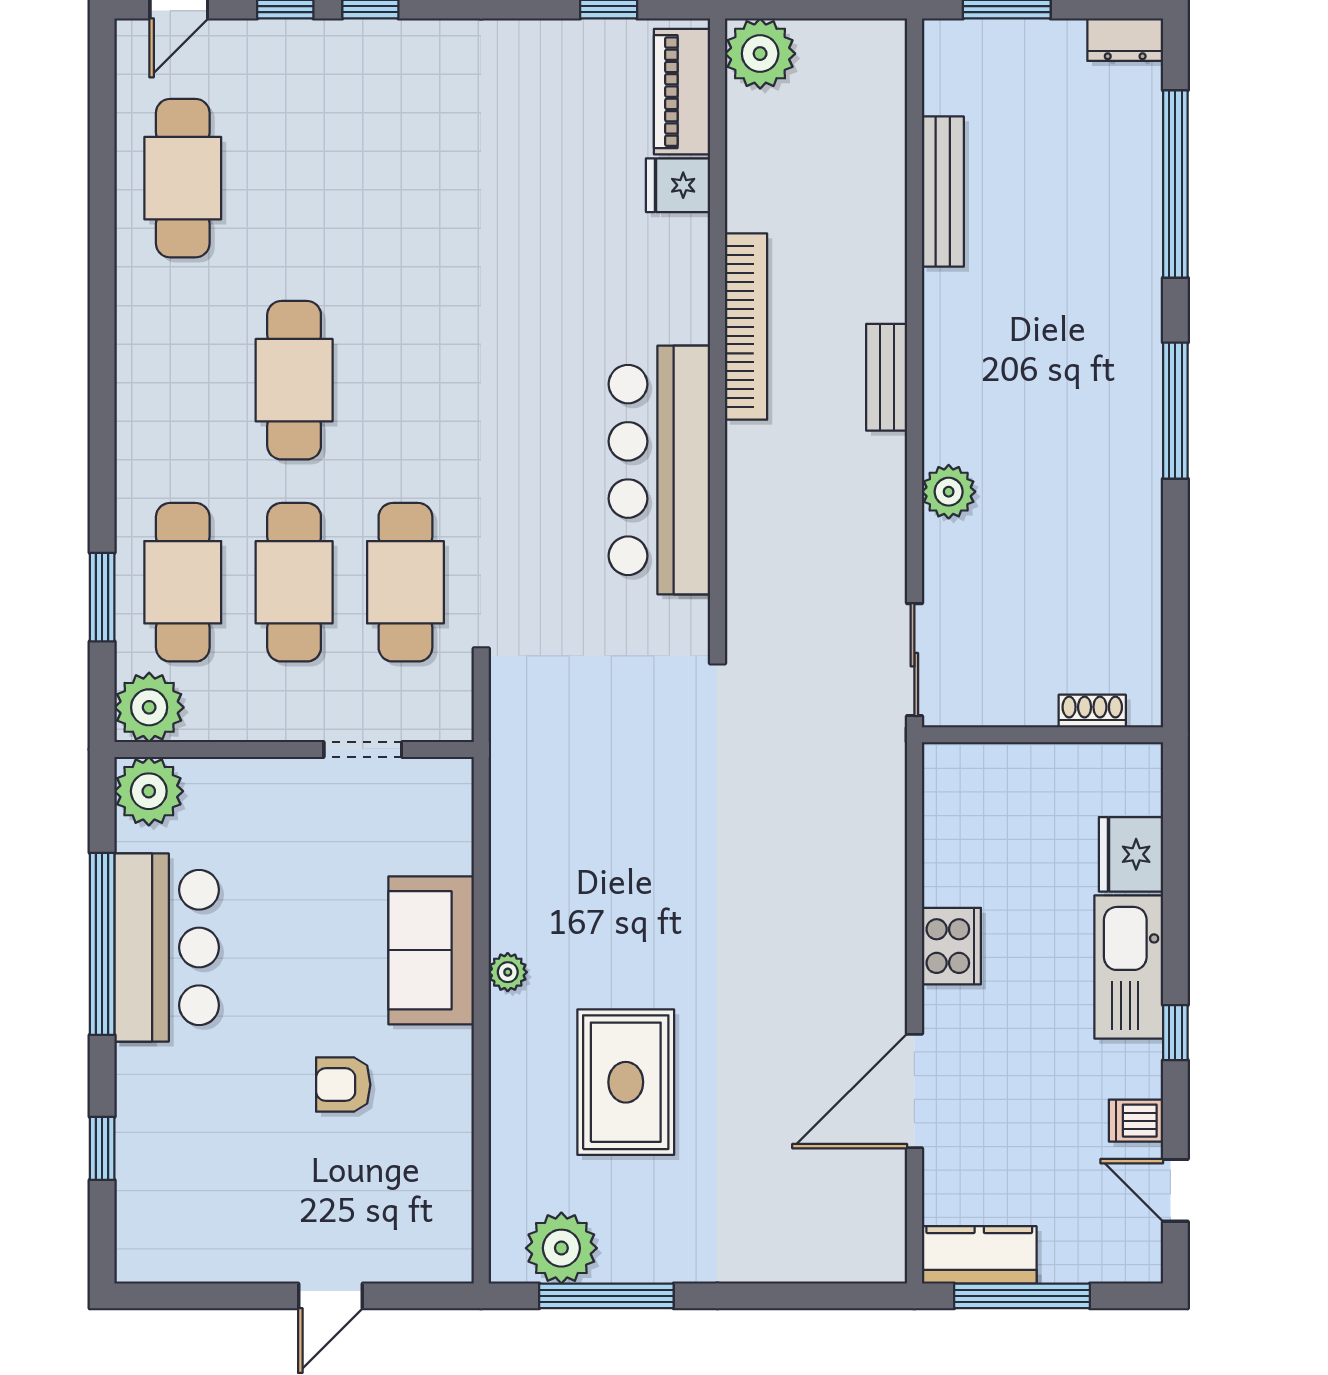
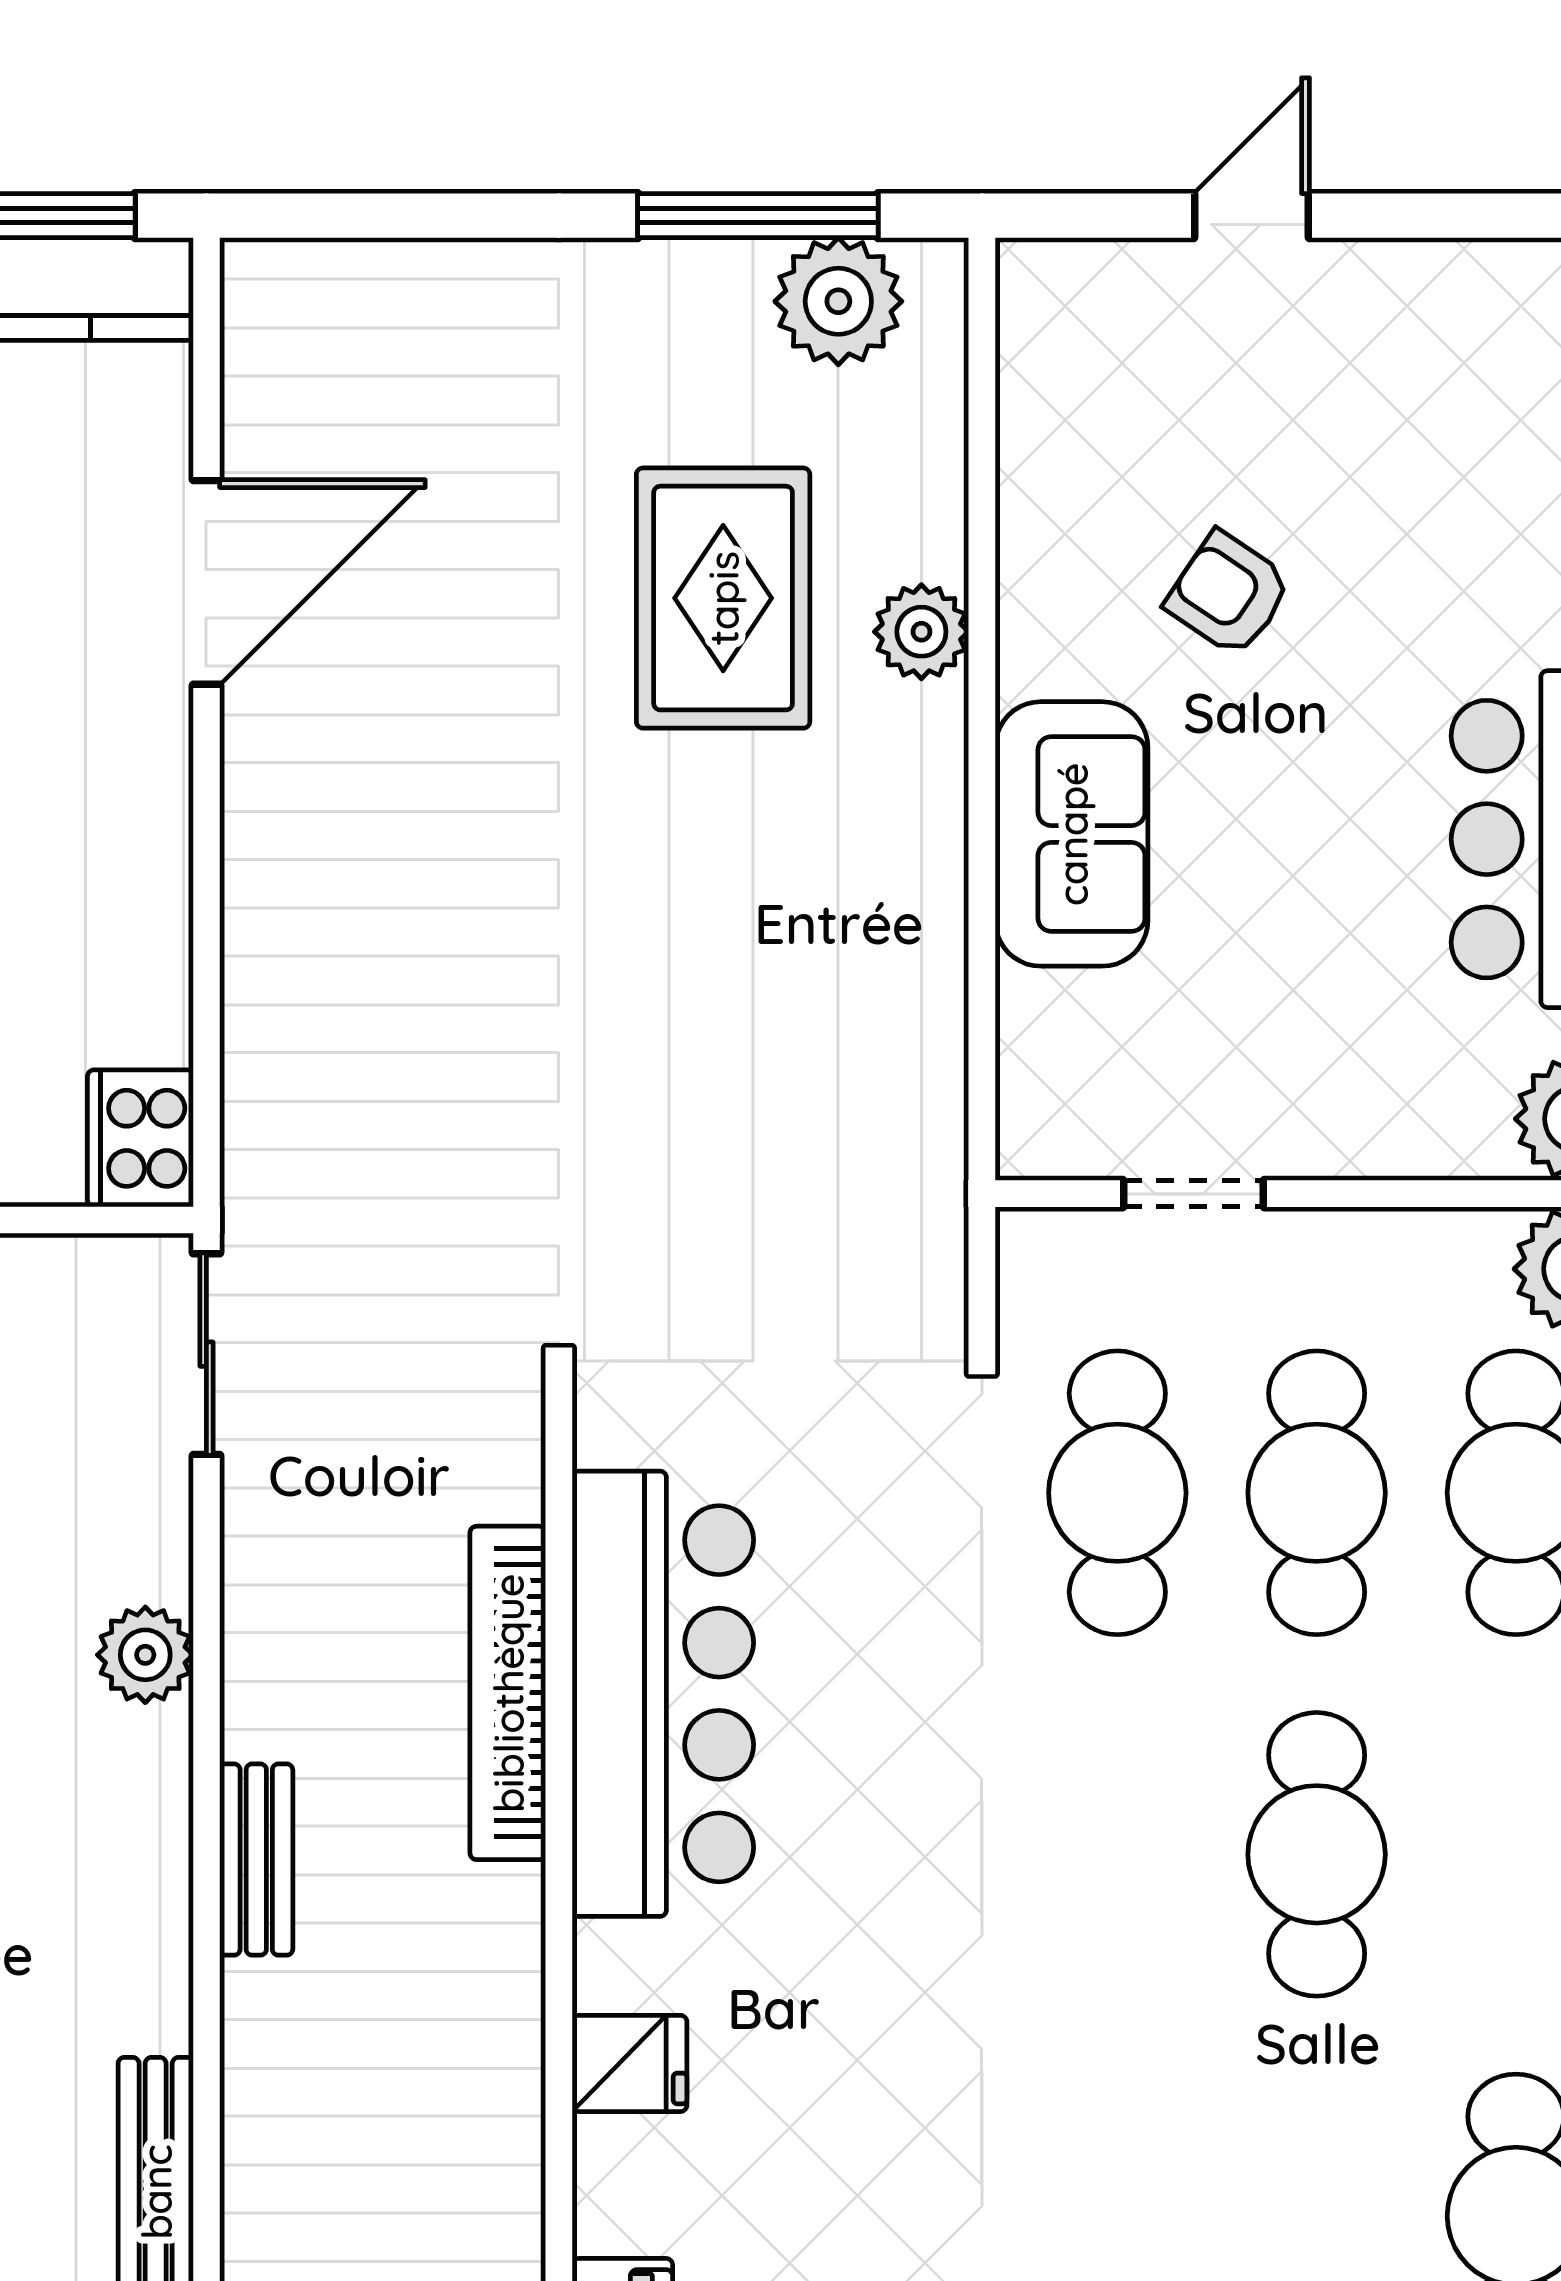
fridge: (678, 185) -> (630, 2063), moved
bookcase: (746, 327) -> (508, 1693), moved
cooker: (951, 946) -> (140, 1138), moved
plant: (508, 972) -> (921, 632), moved, width x1.38, depth x1.38
armchair: (343, 1085) -> (1229, 594), turned -146

